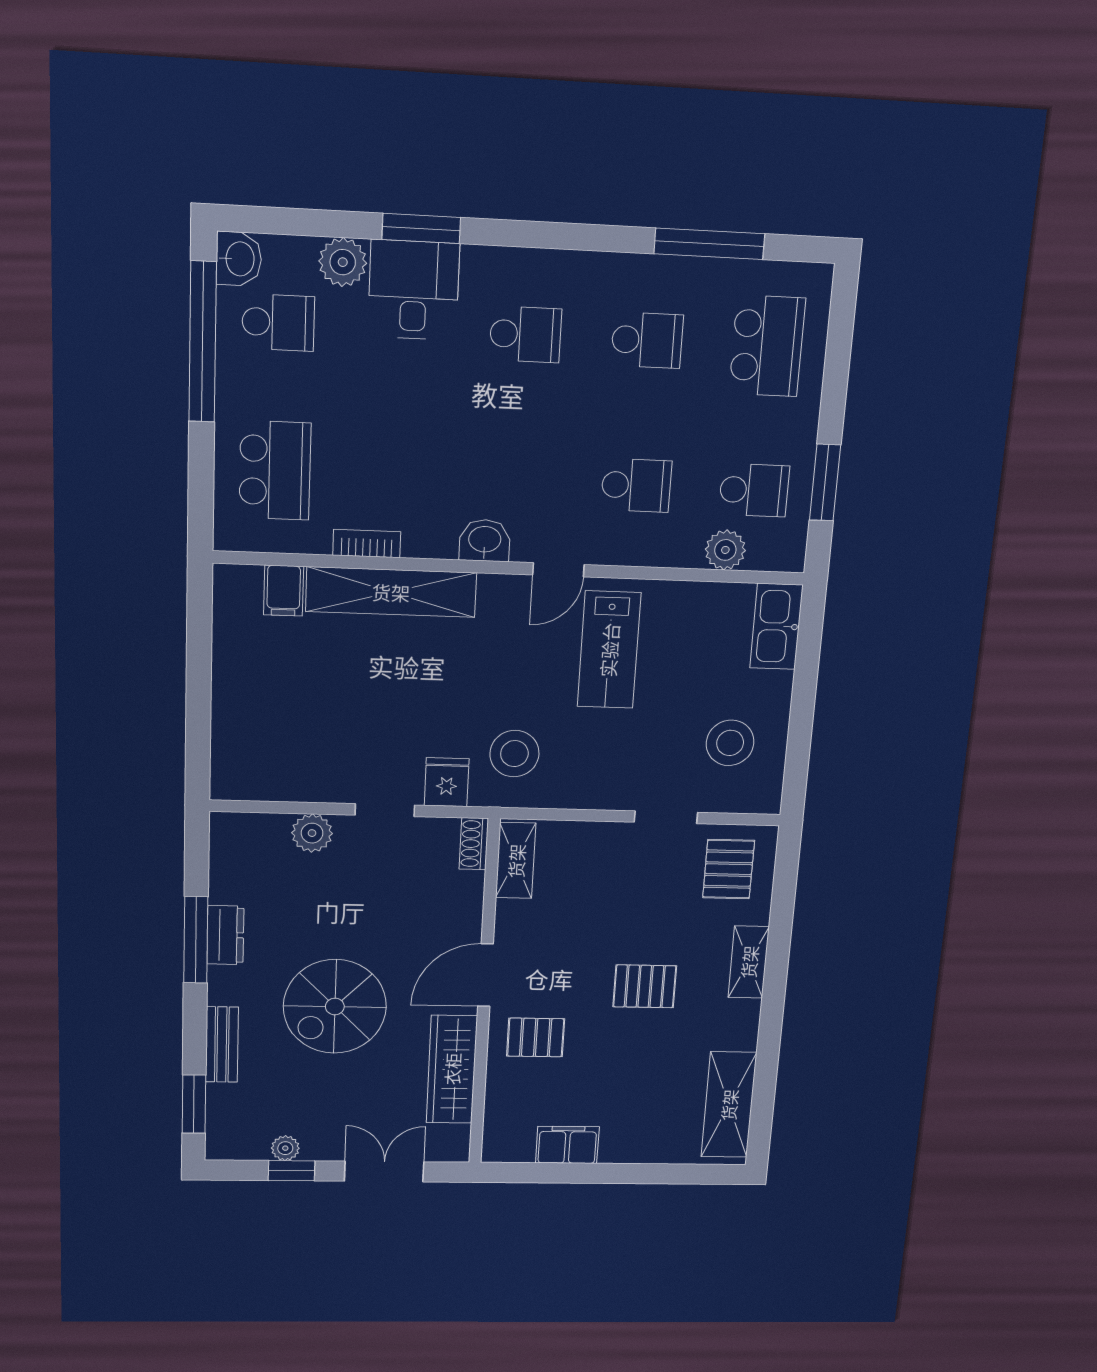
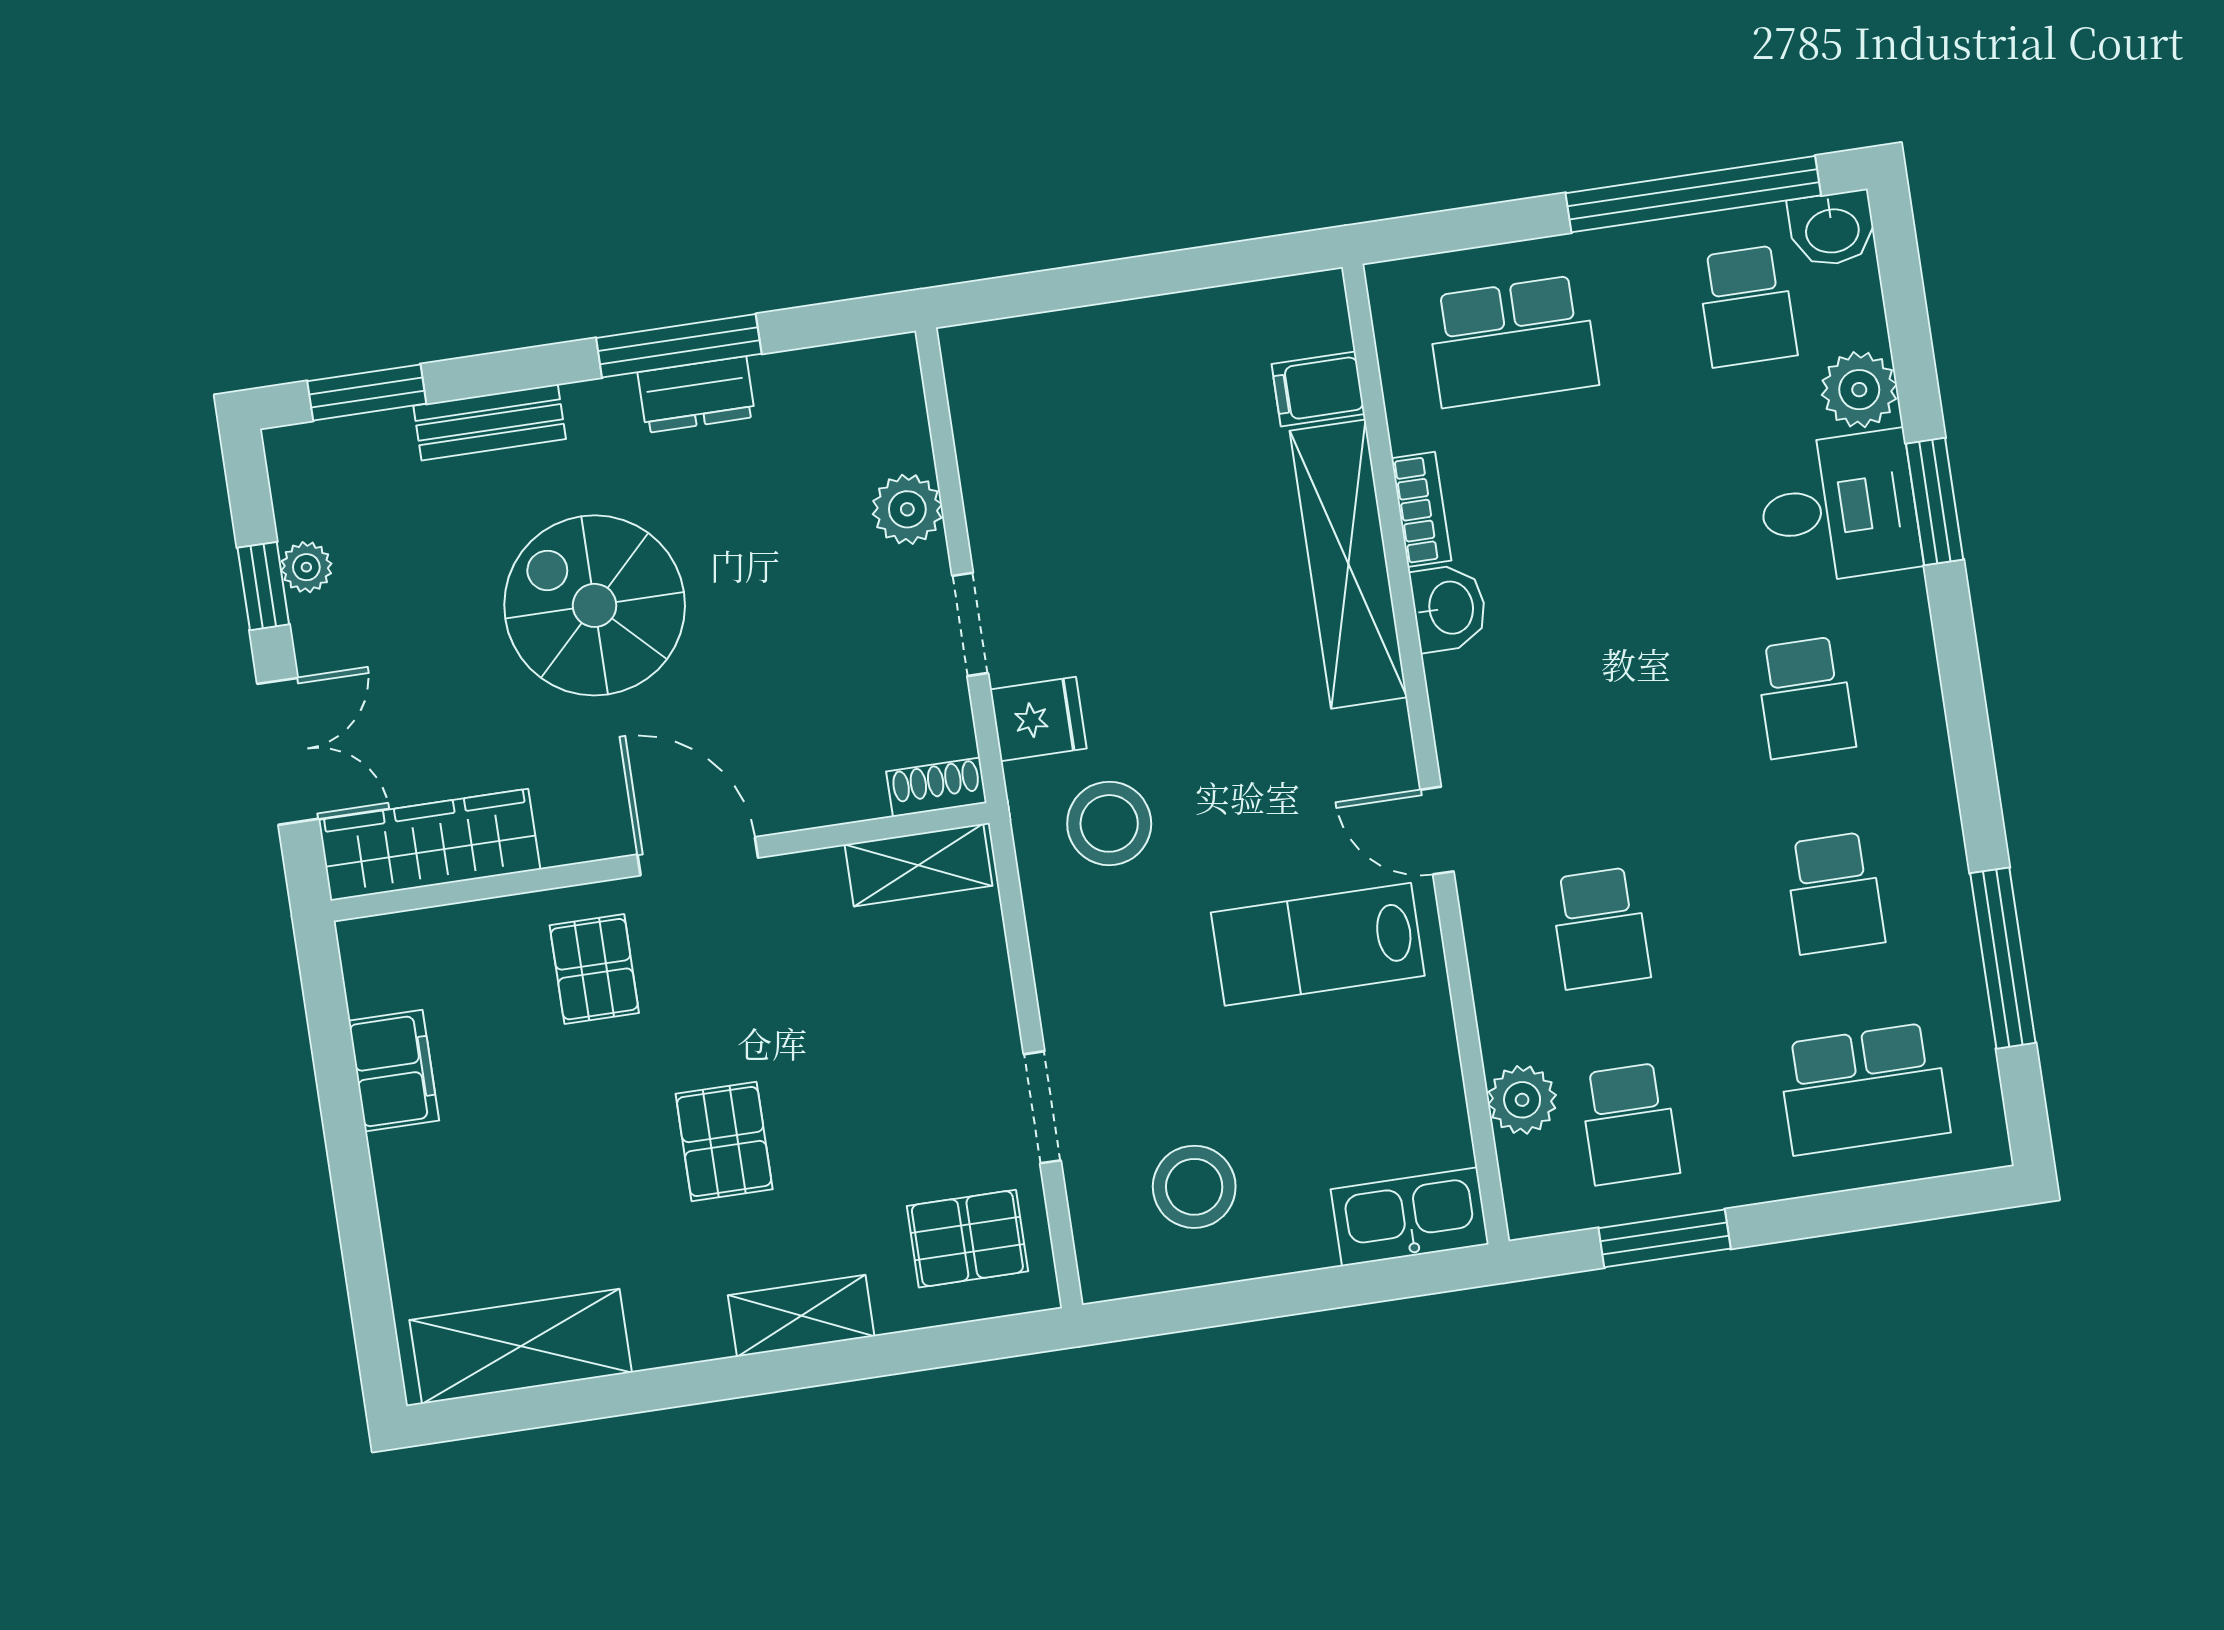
washbasin: (485, 540) -> (1449, 608), moved
wardrobe: (452, 1069) -> (429, 845), moved

